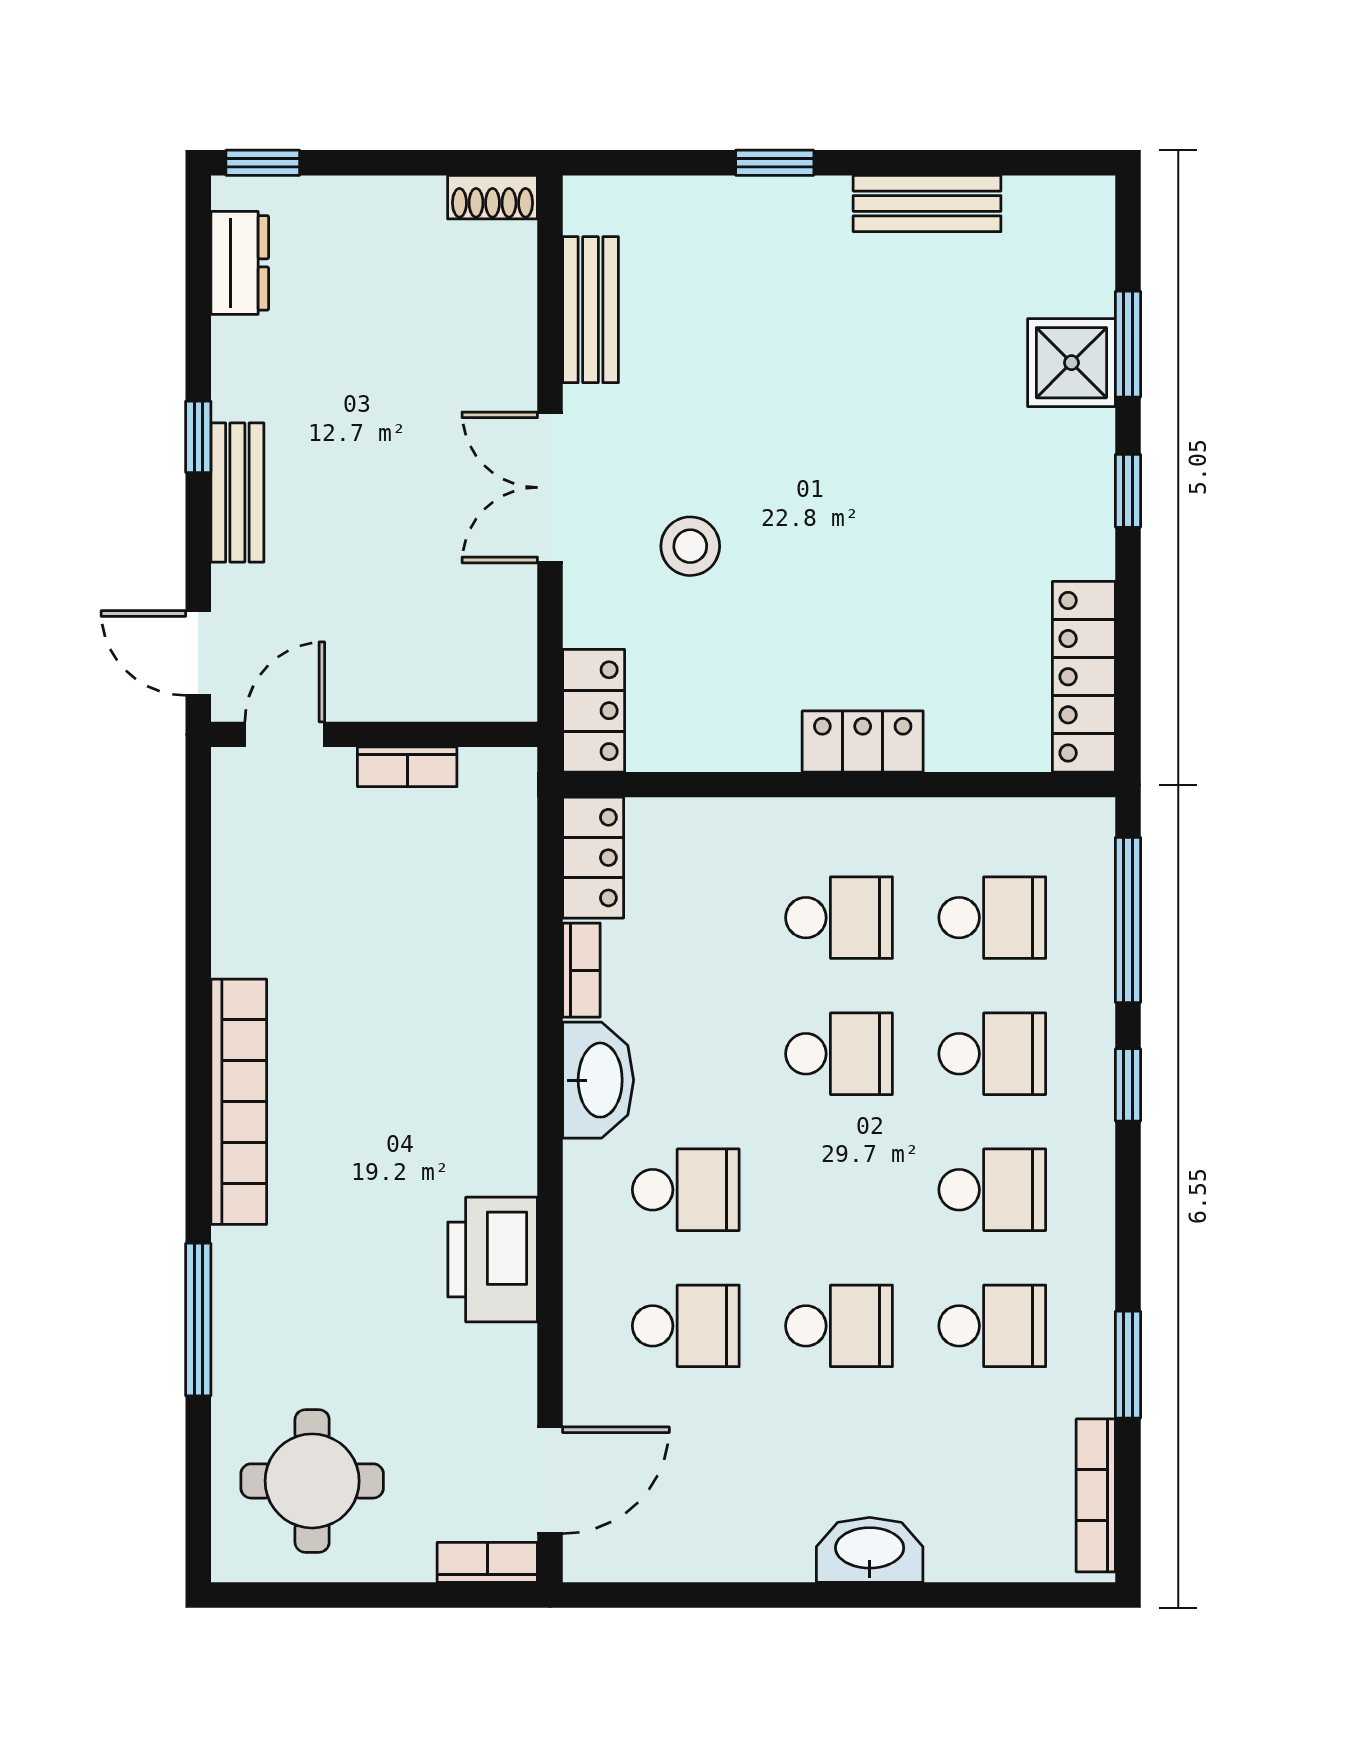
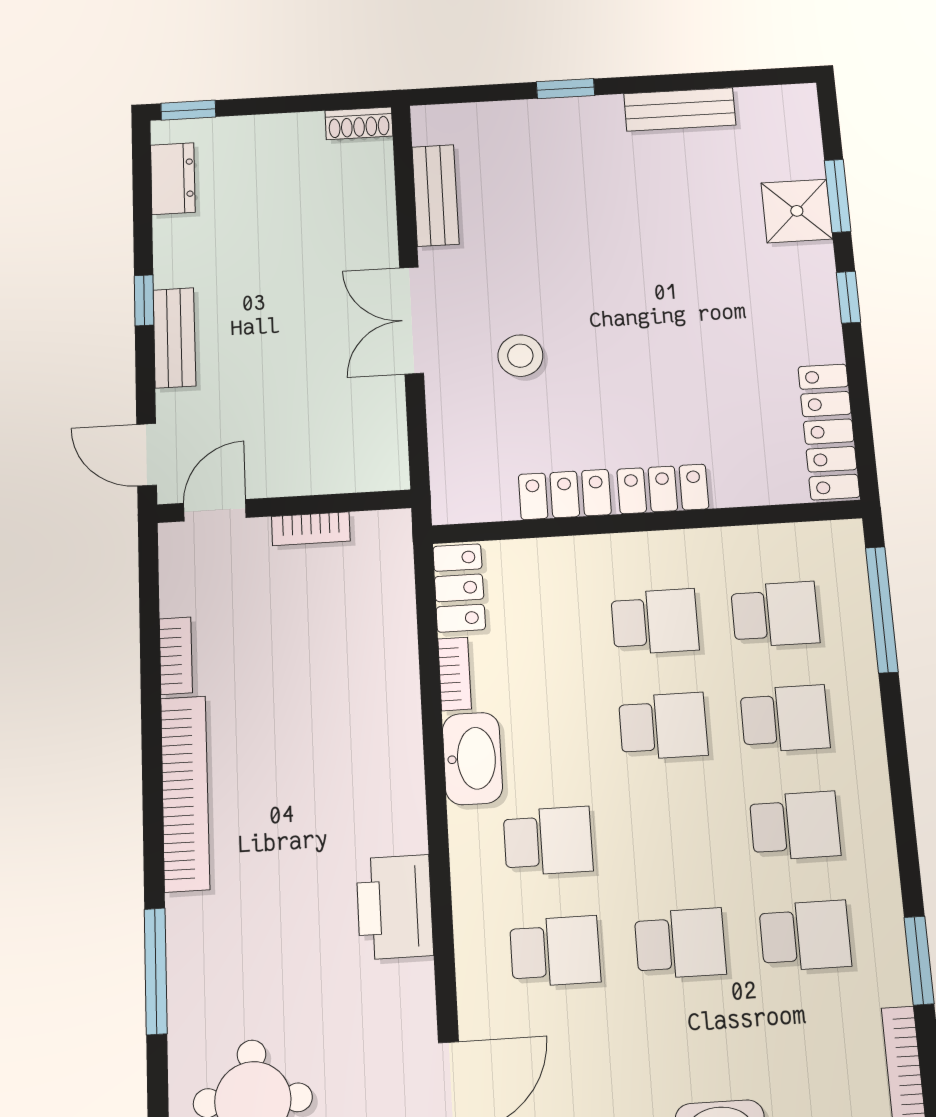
locker: (594, 711) -> (565, 494), moved, turned -90
bookcase: (231, 924) -> (176, 656), added
window: (1128, 1085) -> (895, 736), removed

